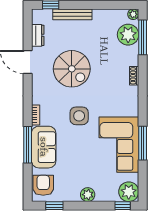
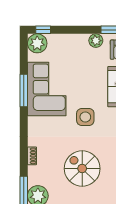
spiral stairs: (72, 69) -> (82, 169), moved
plant: (88, 195) -> (96, 41), moved

